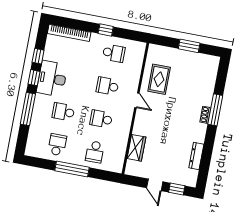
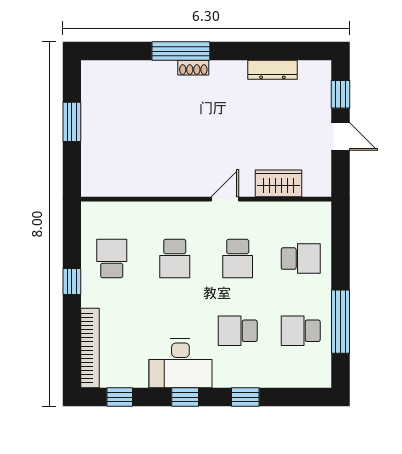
window: (38, 56) -> (120, 397), moved
rug: (159, 79) -> (144, 166), removed
door: (137, 100) -> (225, 199), moved
window: (28, 109) -> (245, 397), width x0.46
school desk: (63, 112) -> (238, 331), turned 90
window: (72, 169) -> (341, 322), moved
door: (155, 185) -> (341, 137), hinge flipped

